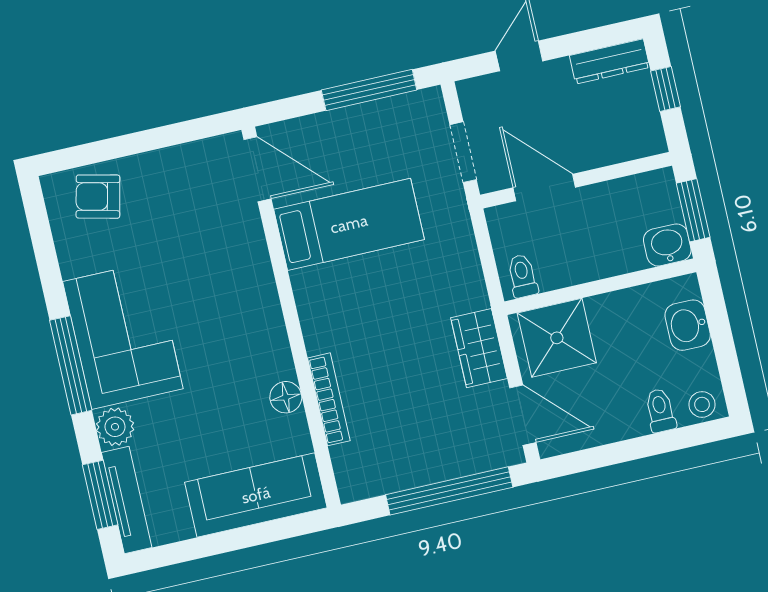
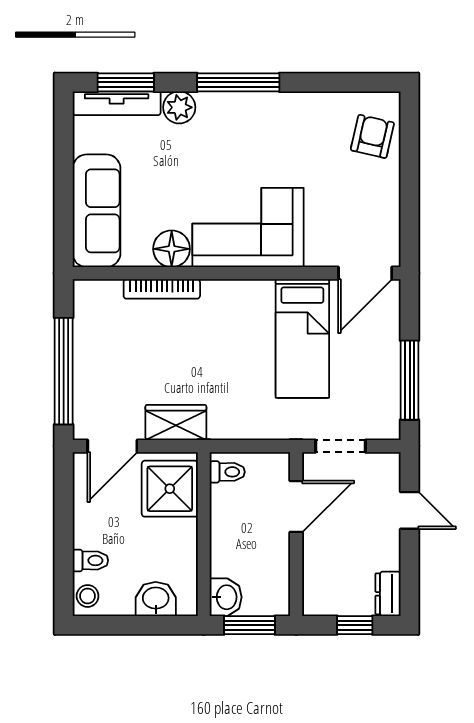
dresser: (610, 61) -> (388, 594), width x0.70
corner sofa: (123, 335) -> (248, 228), moved, turned 180
floor lamp: (286, 397) -> (172, 249), width x1.38, depth x1.38

